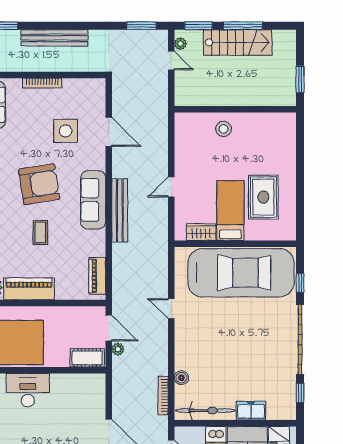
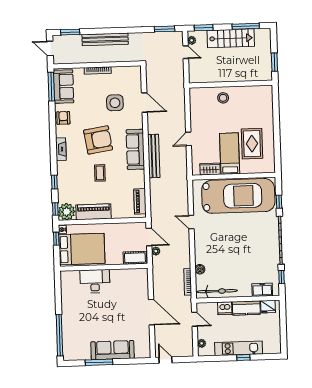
window: (243, 26) -> (246, 26), moved
freezer: (251, 411) -> (262, 290), moved

